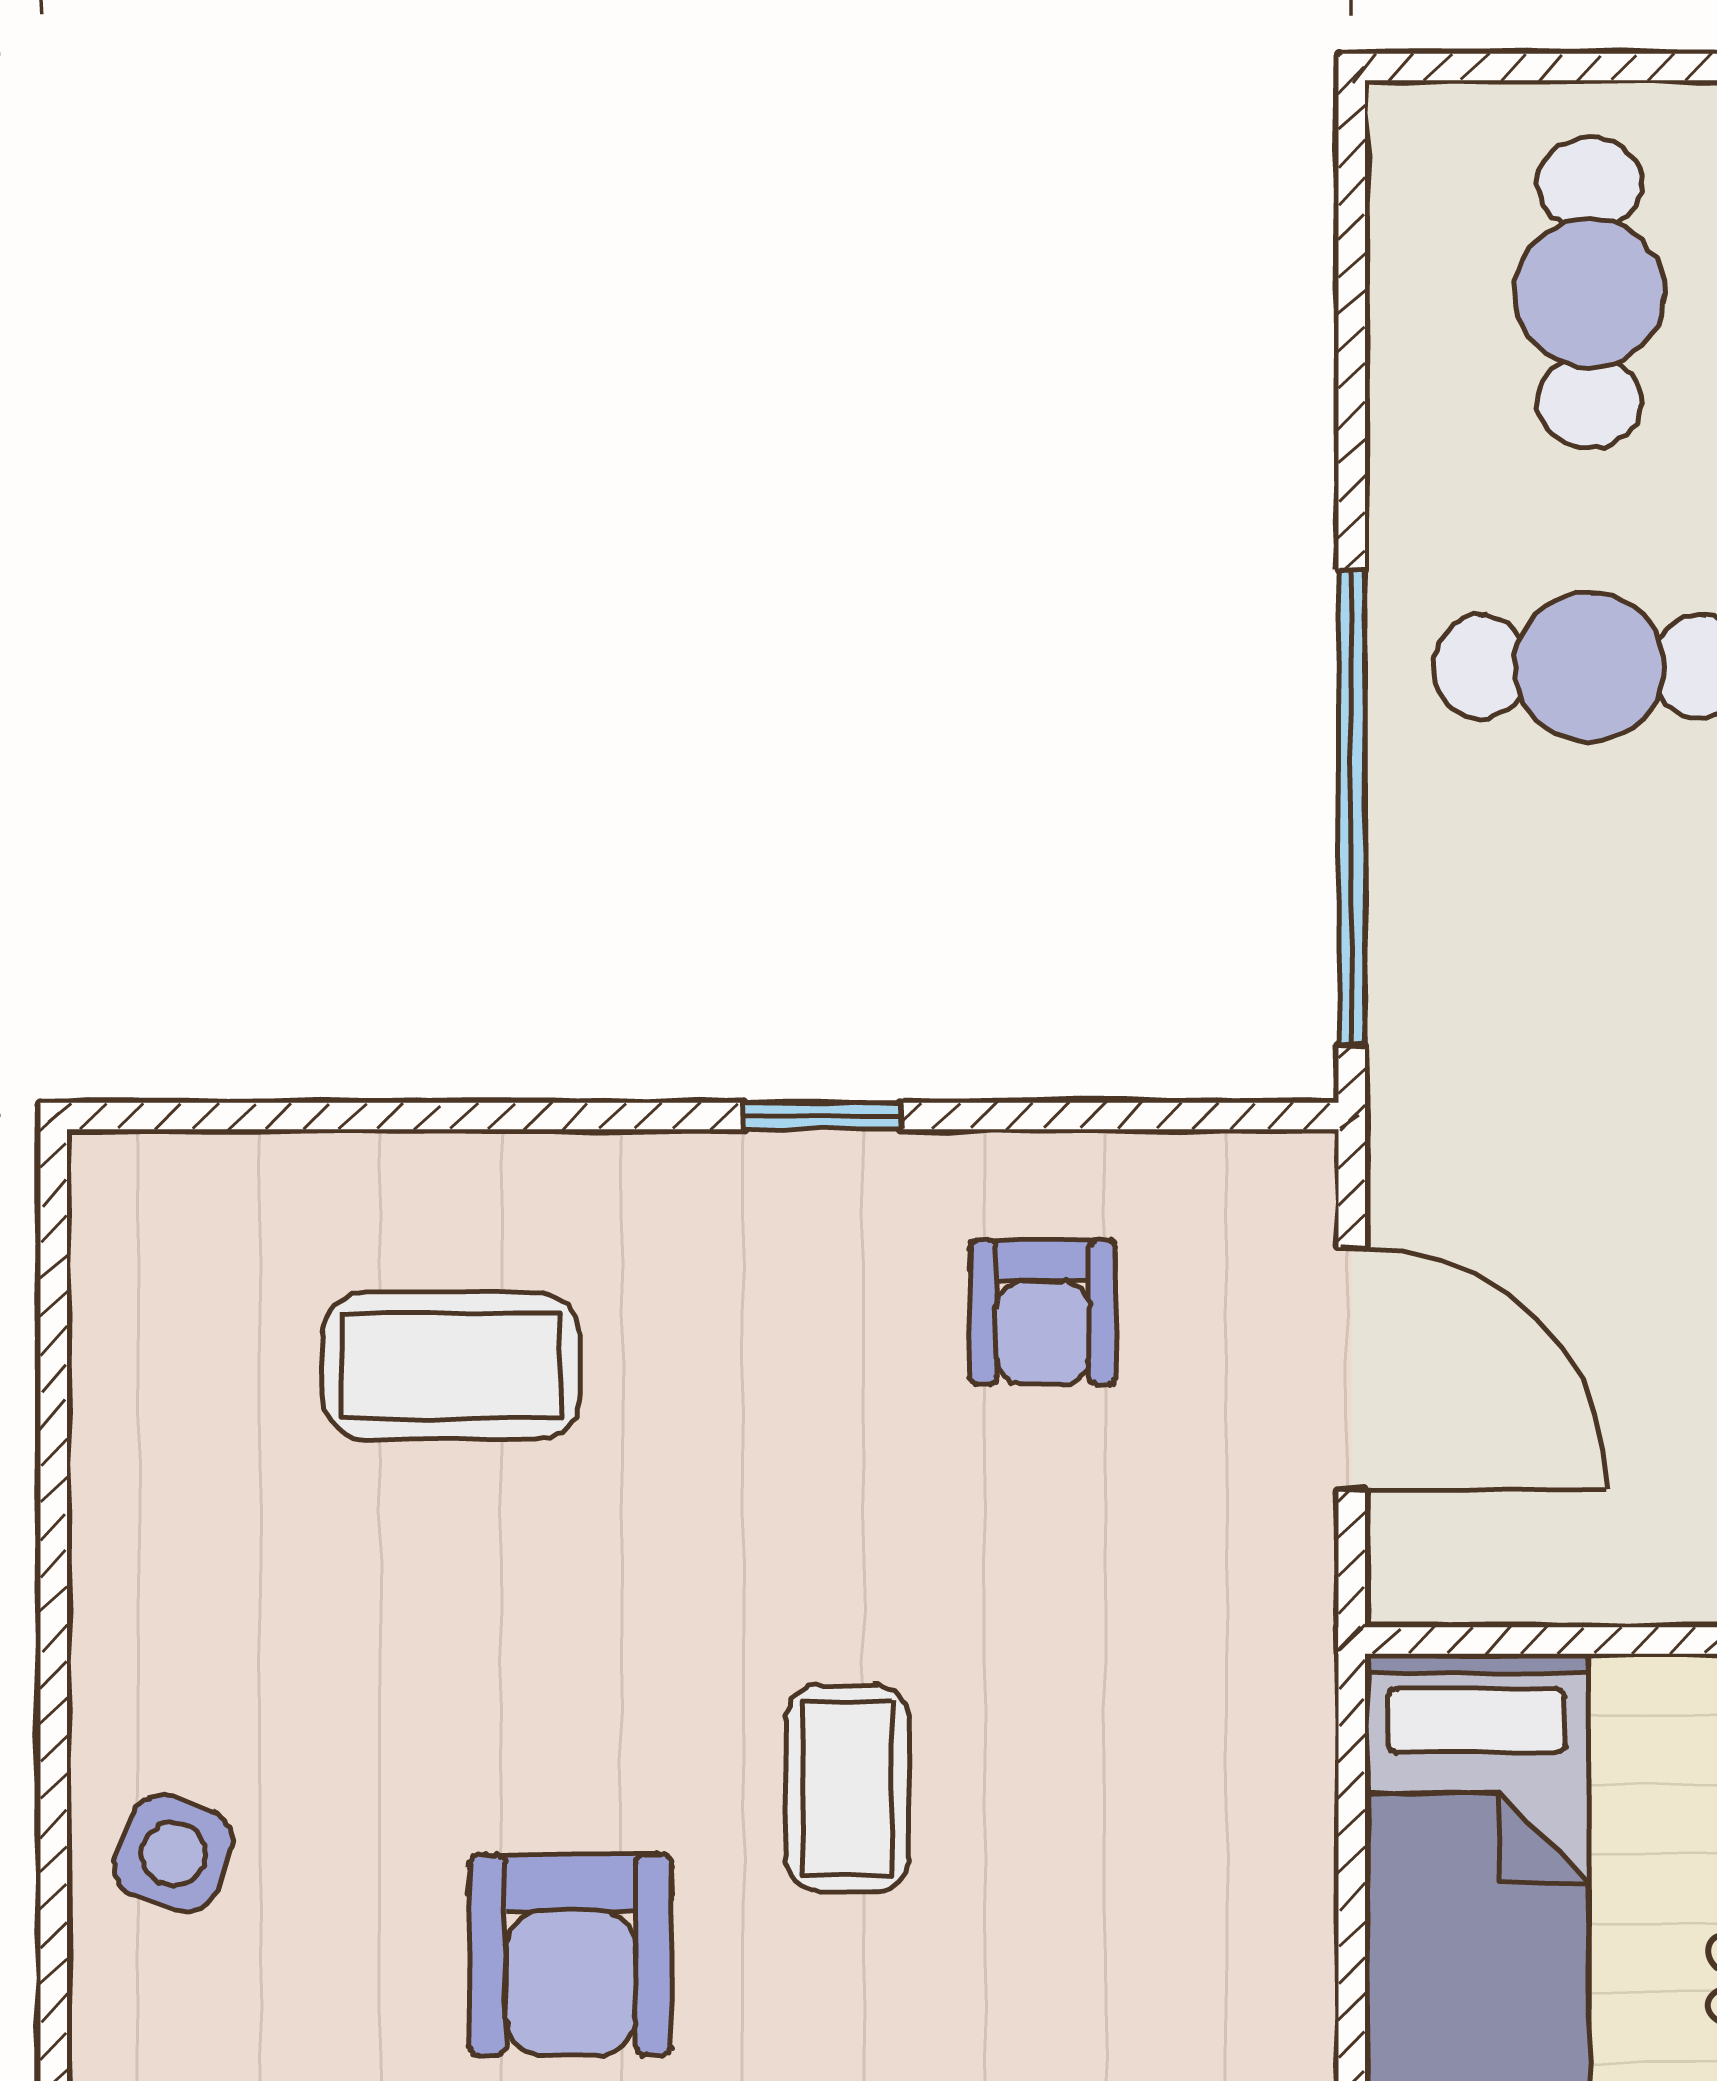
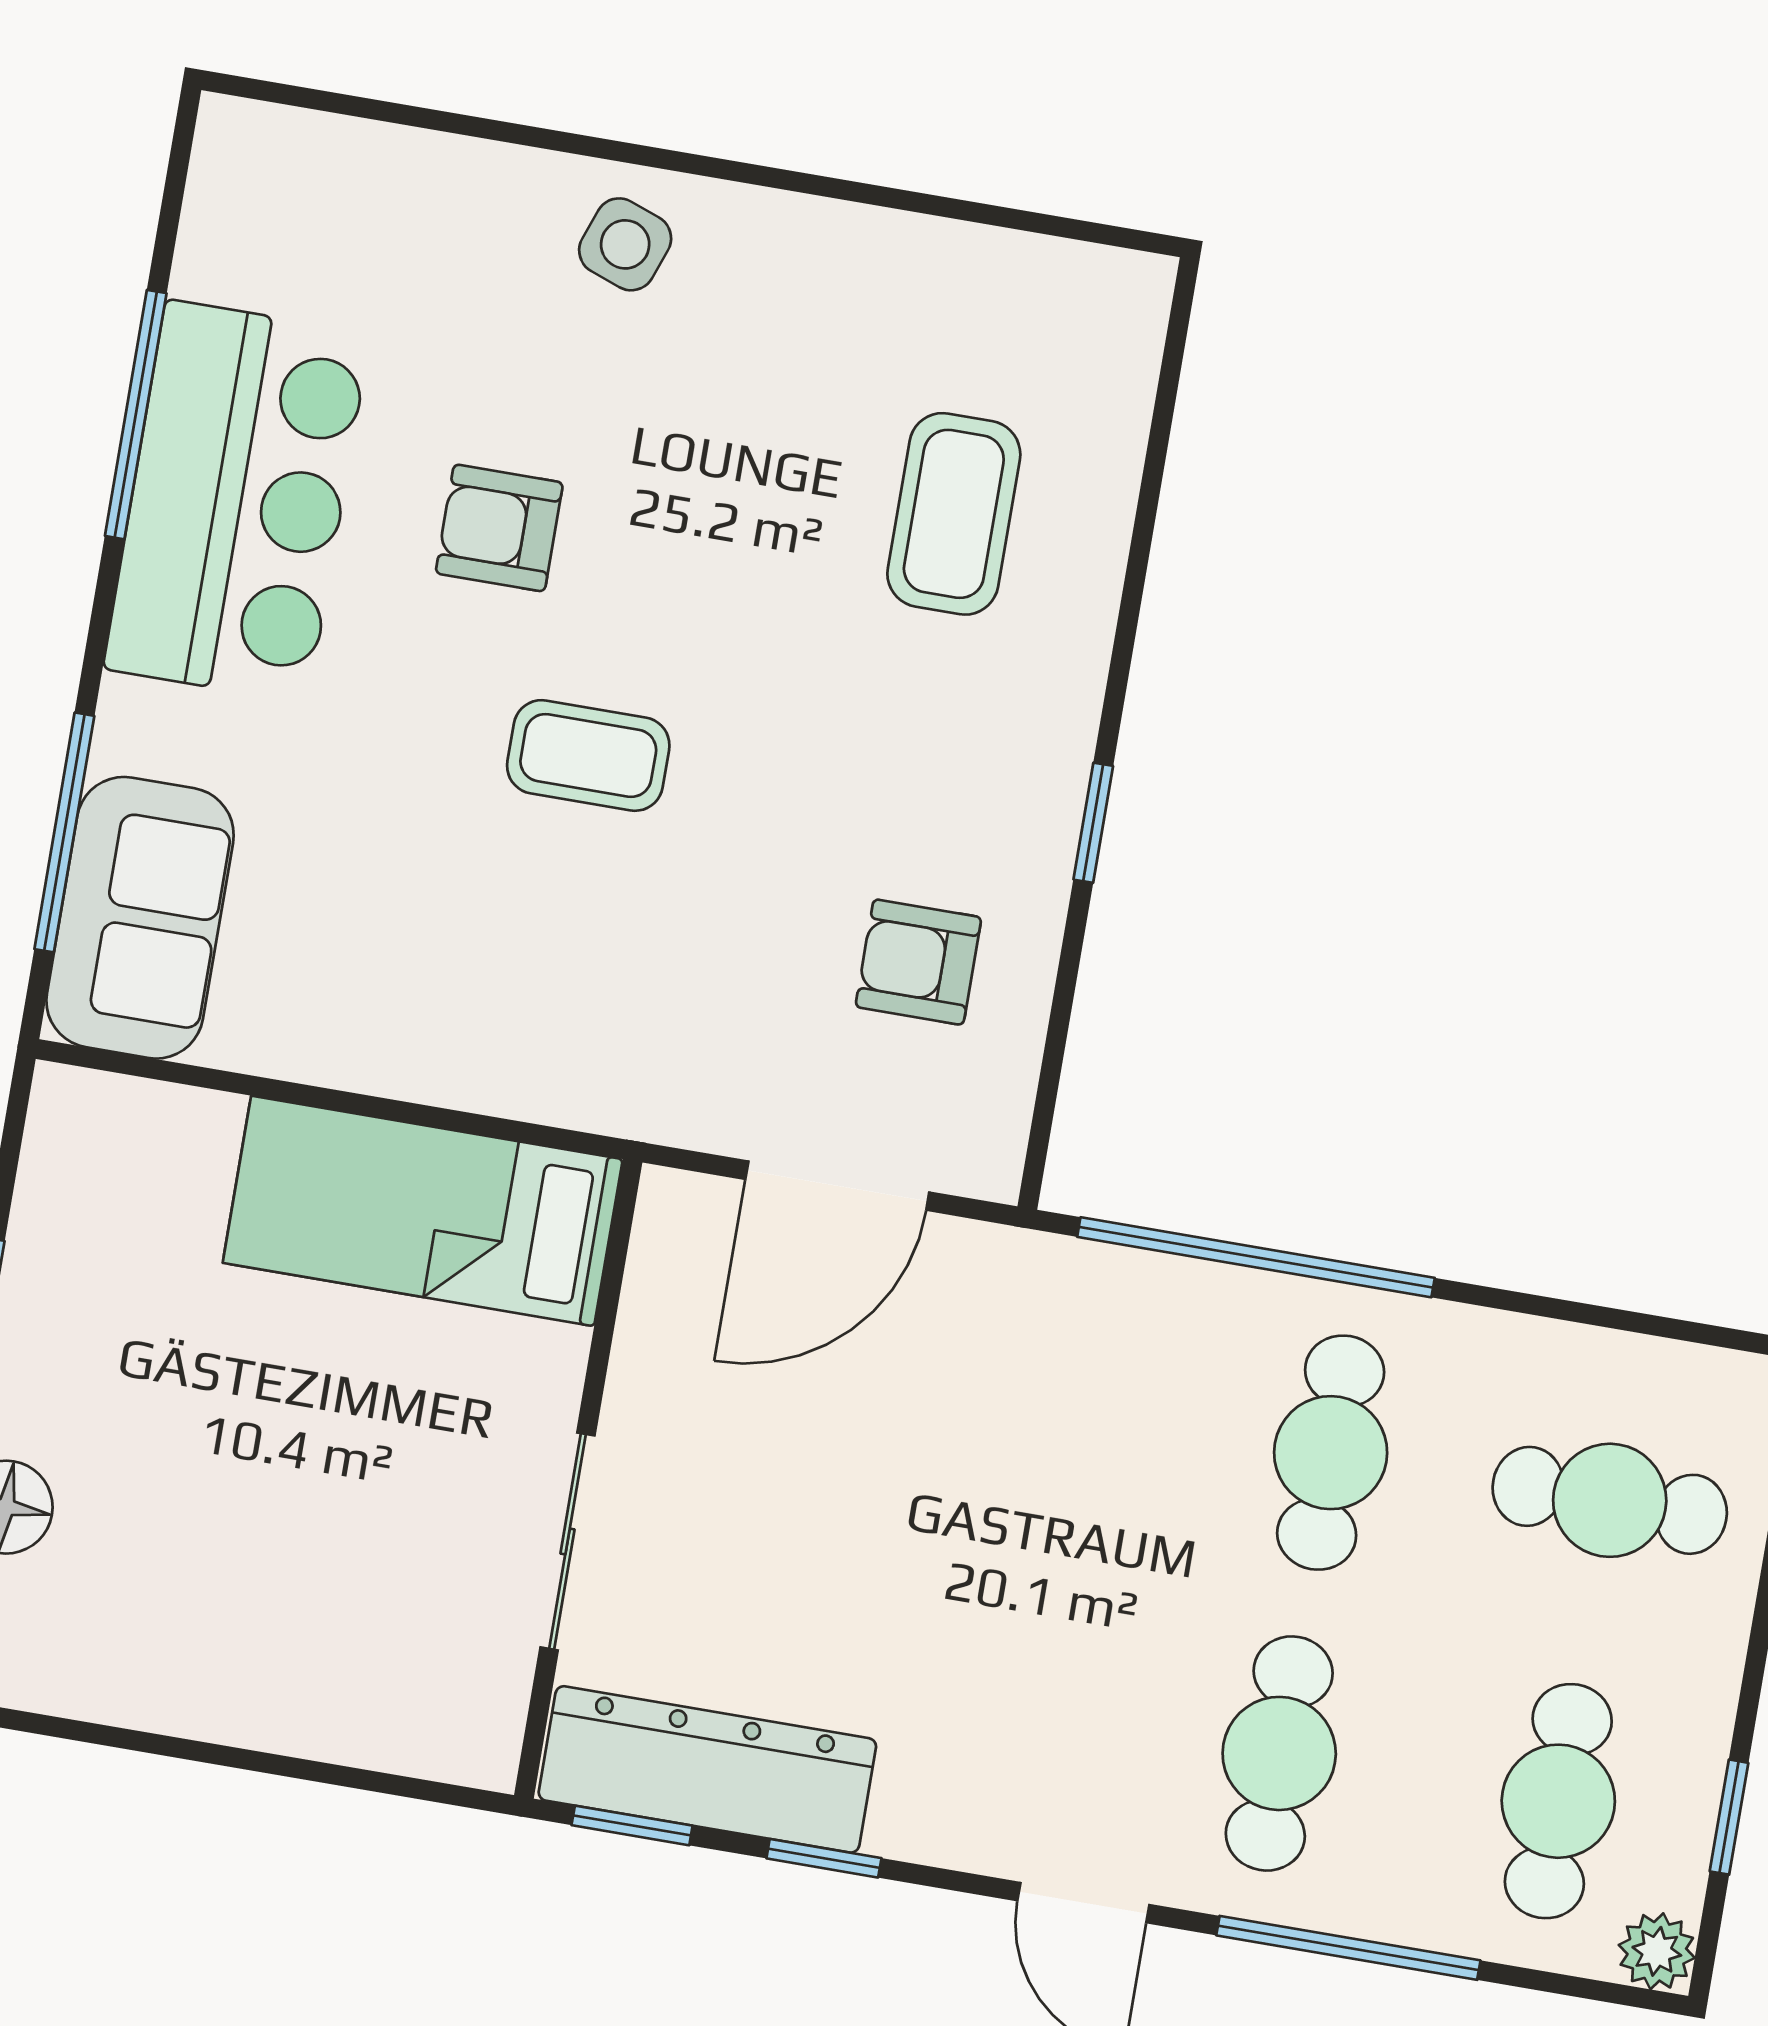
armchair: (571, 1955) -> (499, 528), width x0.72, depth x0.72

